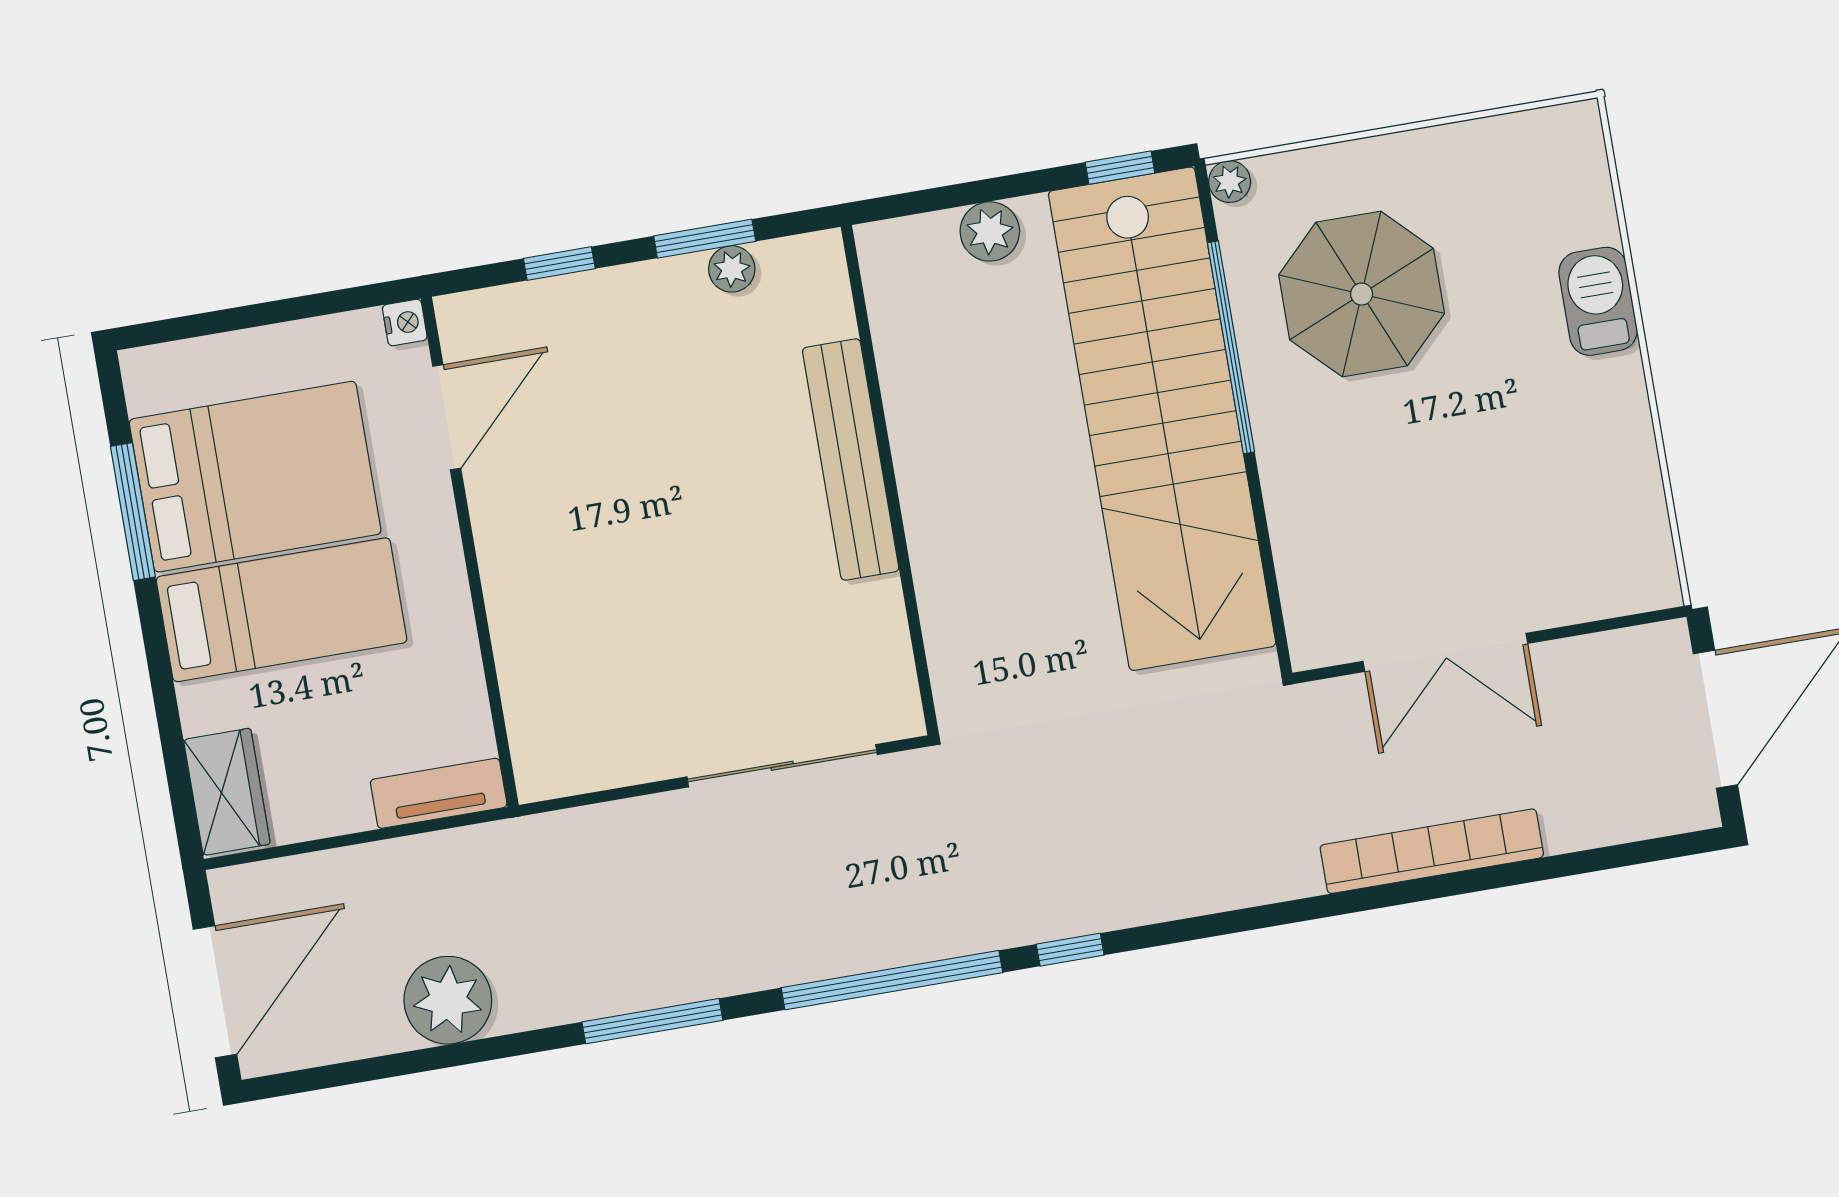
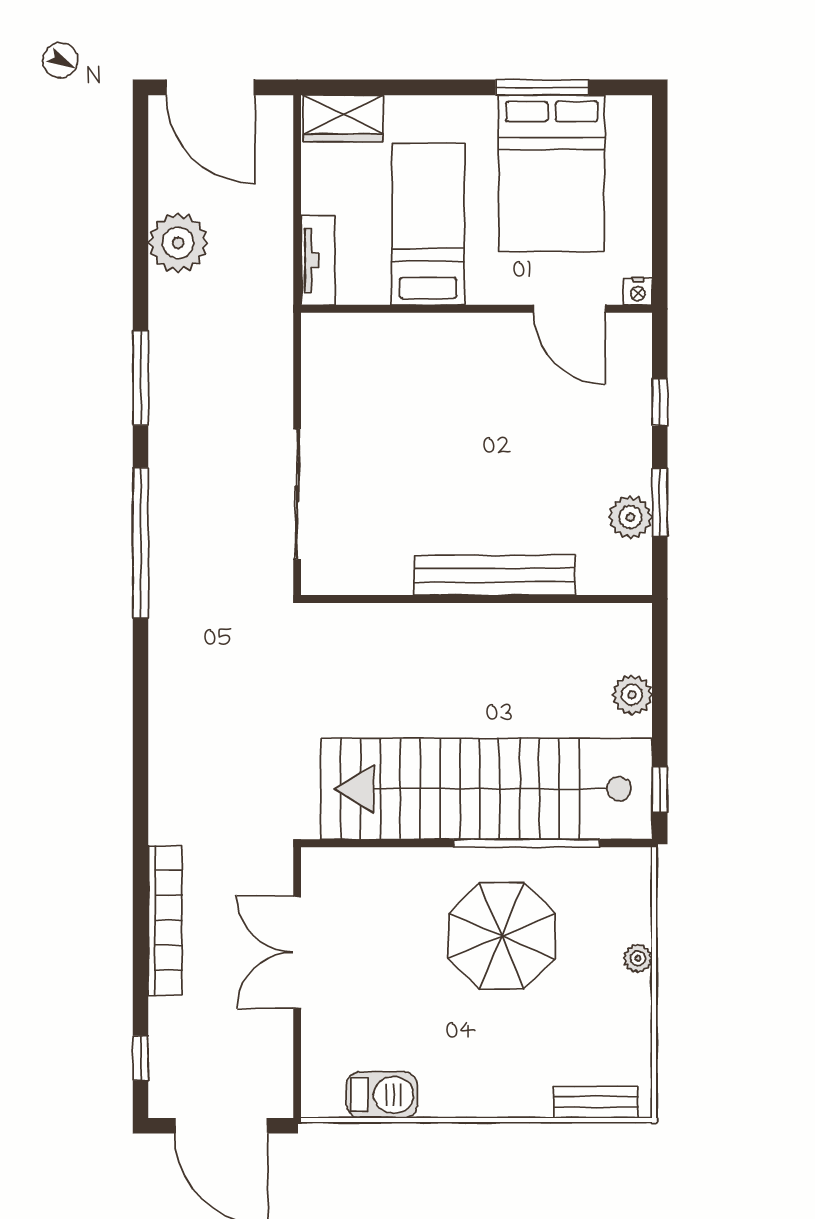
plant: (1230, 182) -> (638, 958), moved
bench: (1588, 183) -> (596, 1102), added
plant: (732, 269) -> (630, 517), width x1.38, depth x1.38
parasol: (1362, 294) -> (502, 936), moved
barbecue: (1598, 301) -> (382, 1095), moved
bed: (281, 610) -> (428, 224), moved, turned 180
window: (1070, 950) -> (141, 1058), moved

